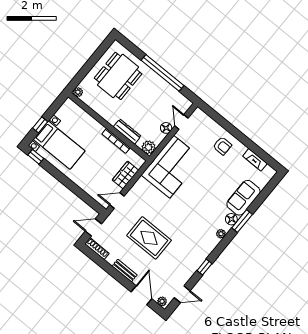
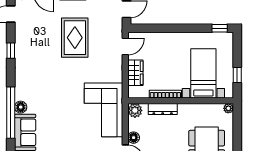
window: (40, 125) -> (237, 75), moved
bed with nightstands: (59, 145) -> (203, 73), moved, turned 90
window: (242, 221) -> (11, 113), width x2.11
plant: (221, 234) -> (19, 88), removed
rug: (149, 238) -> (75, 38), turned 90

